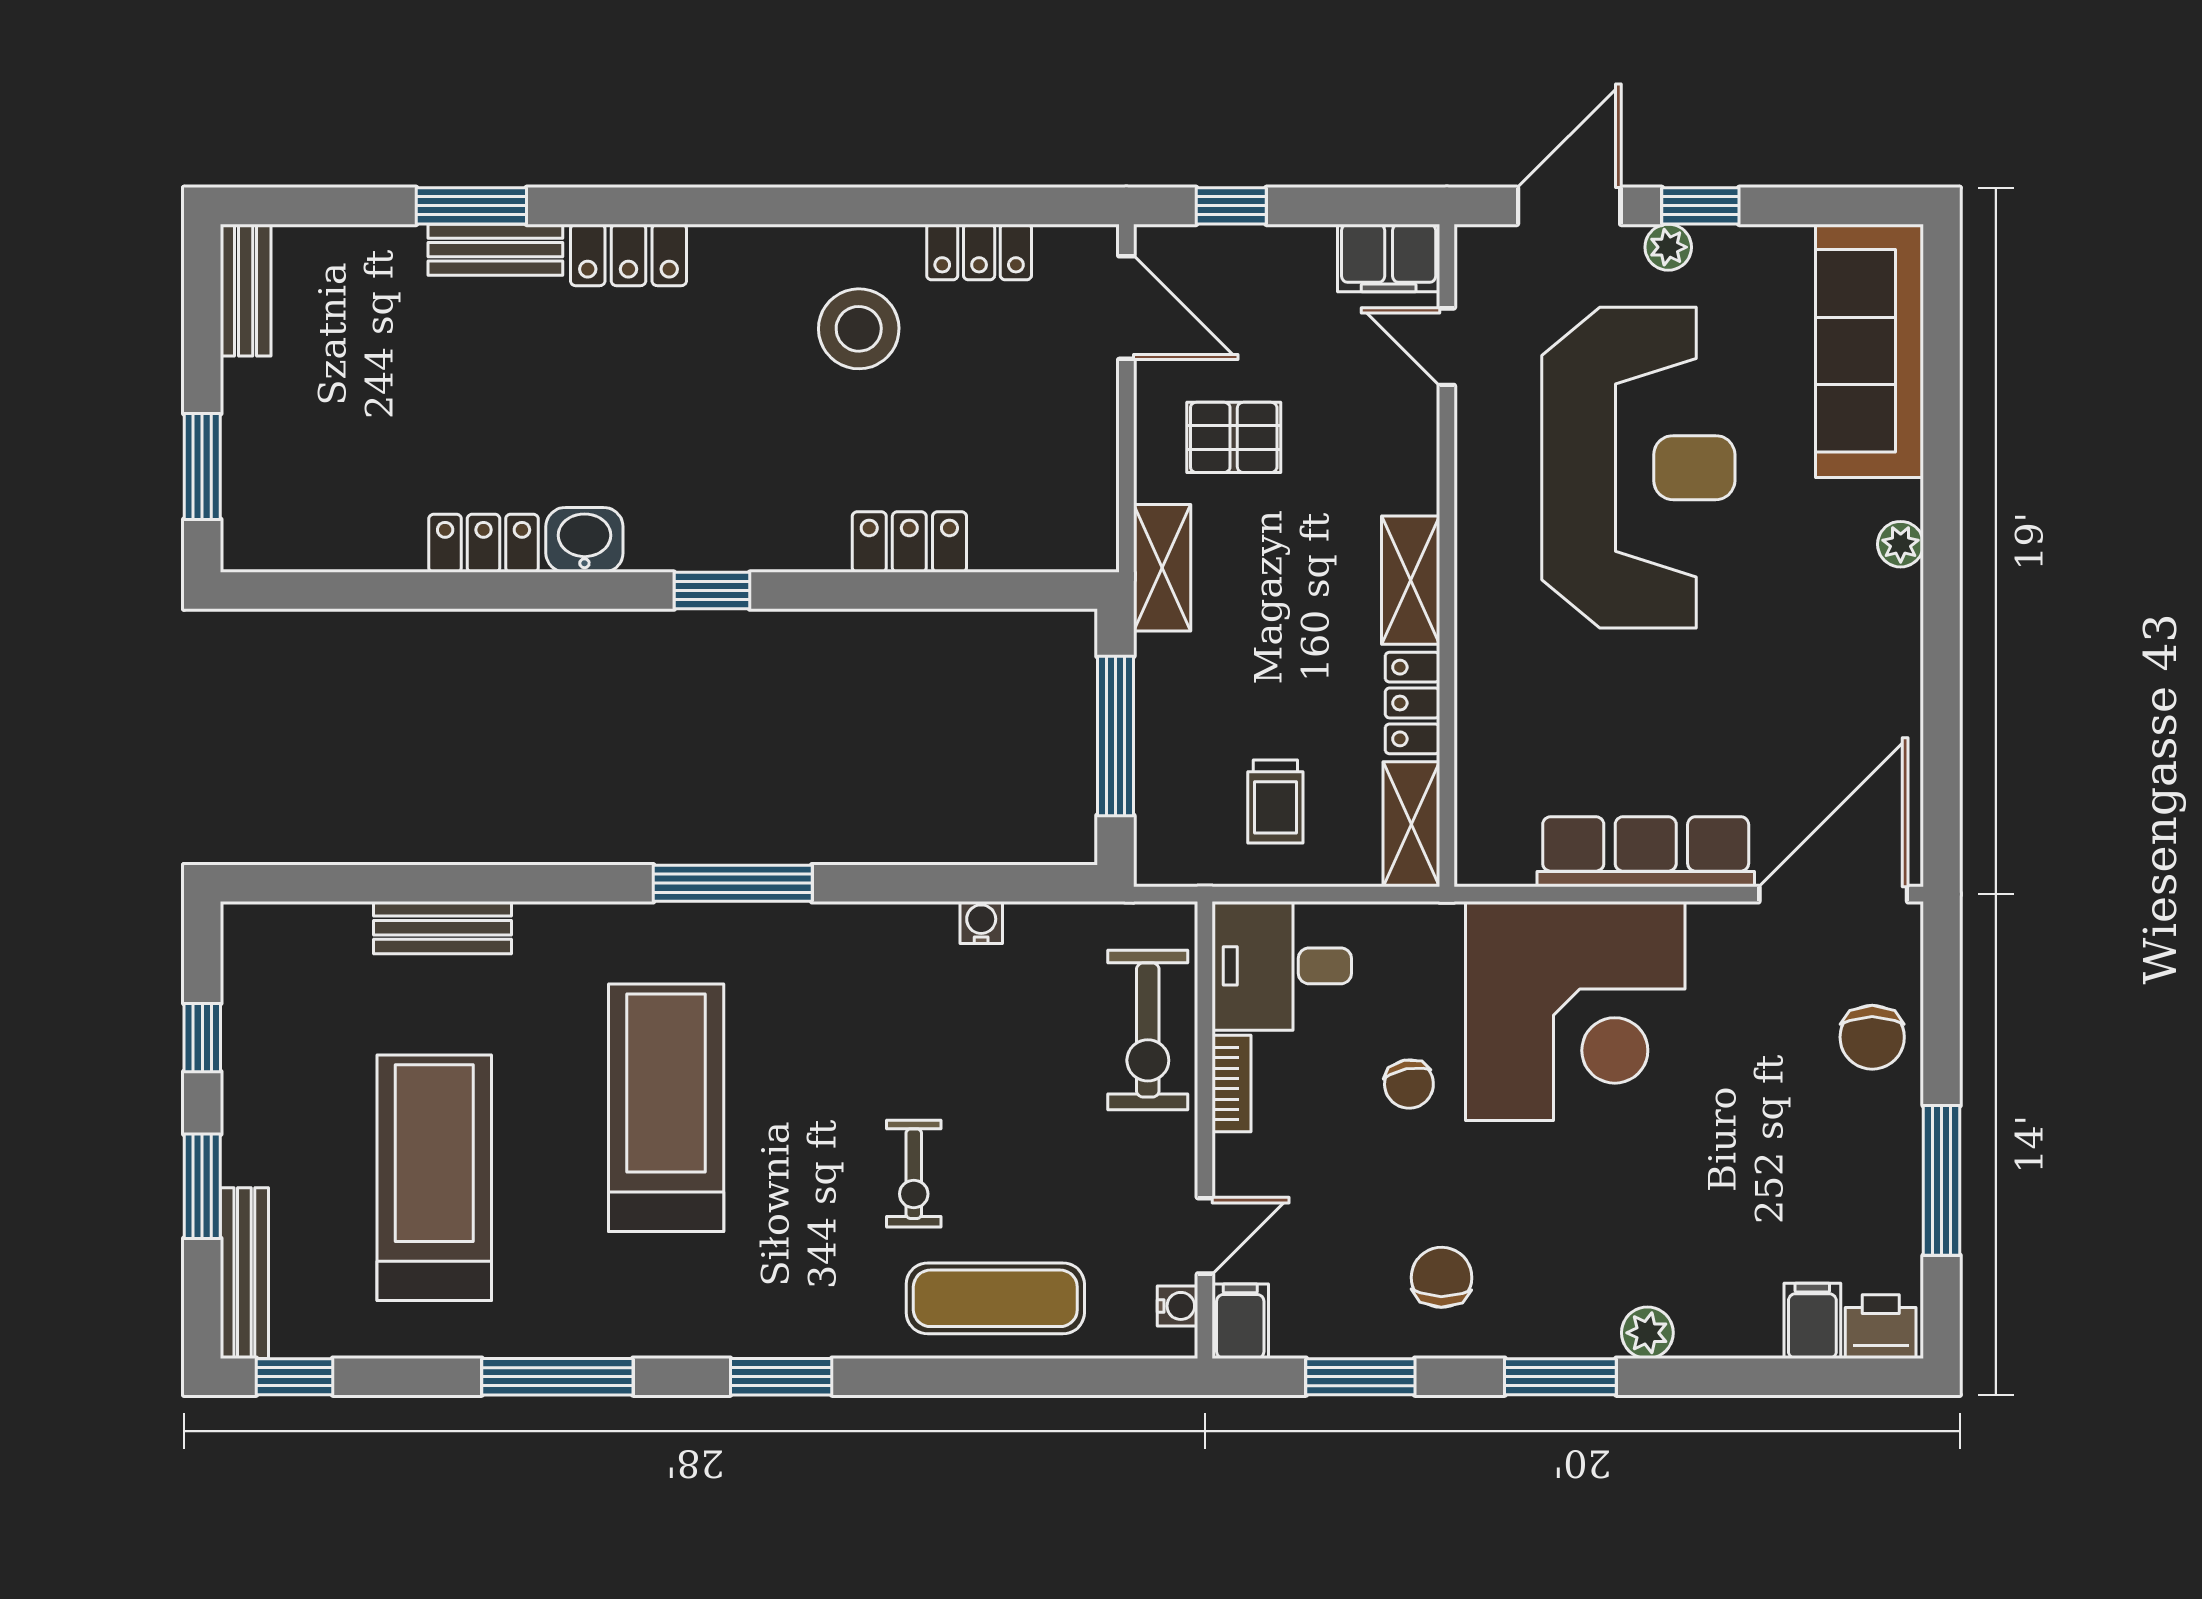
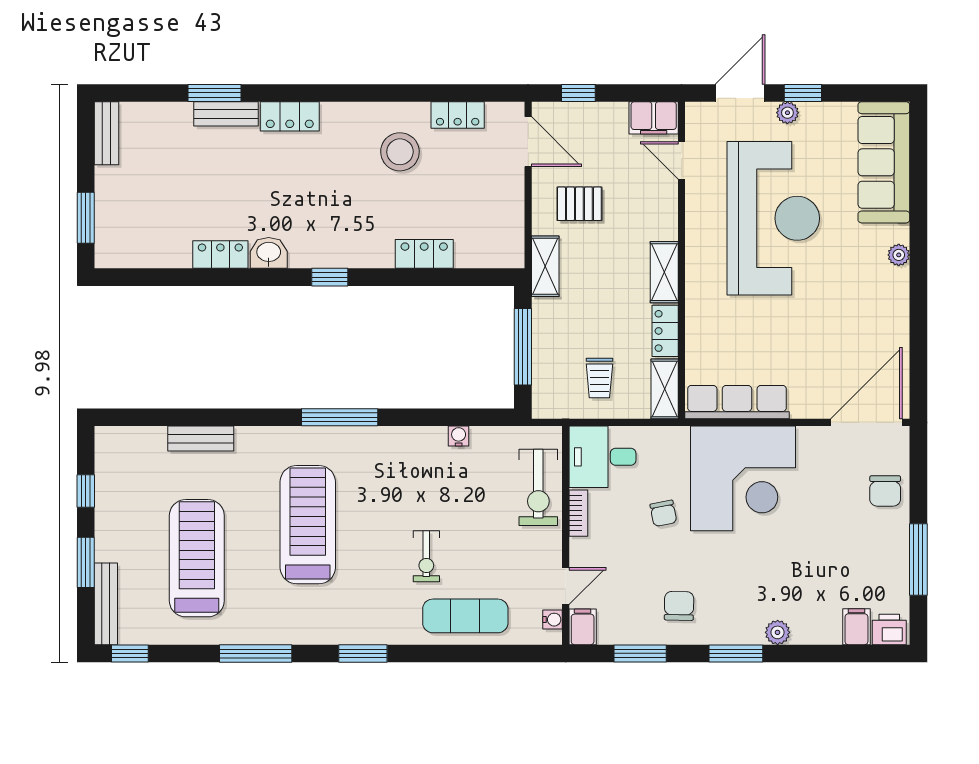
row of seats: (1646, 852) -> (737, 402), moved

